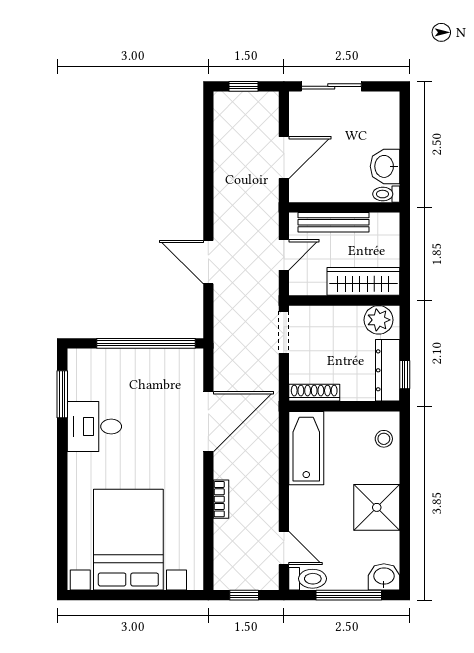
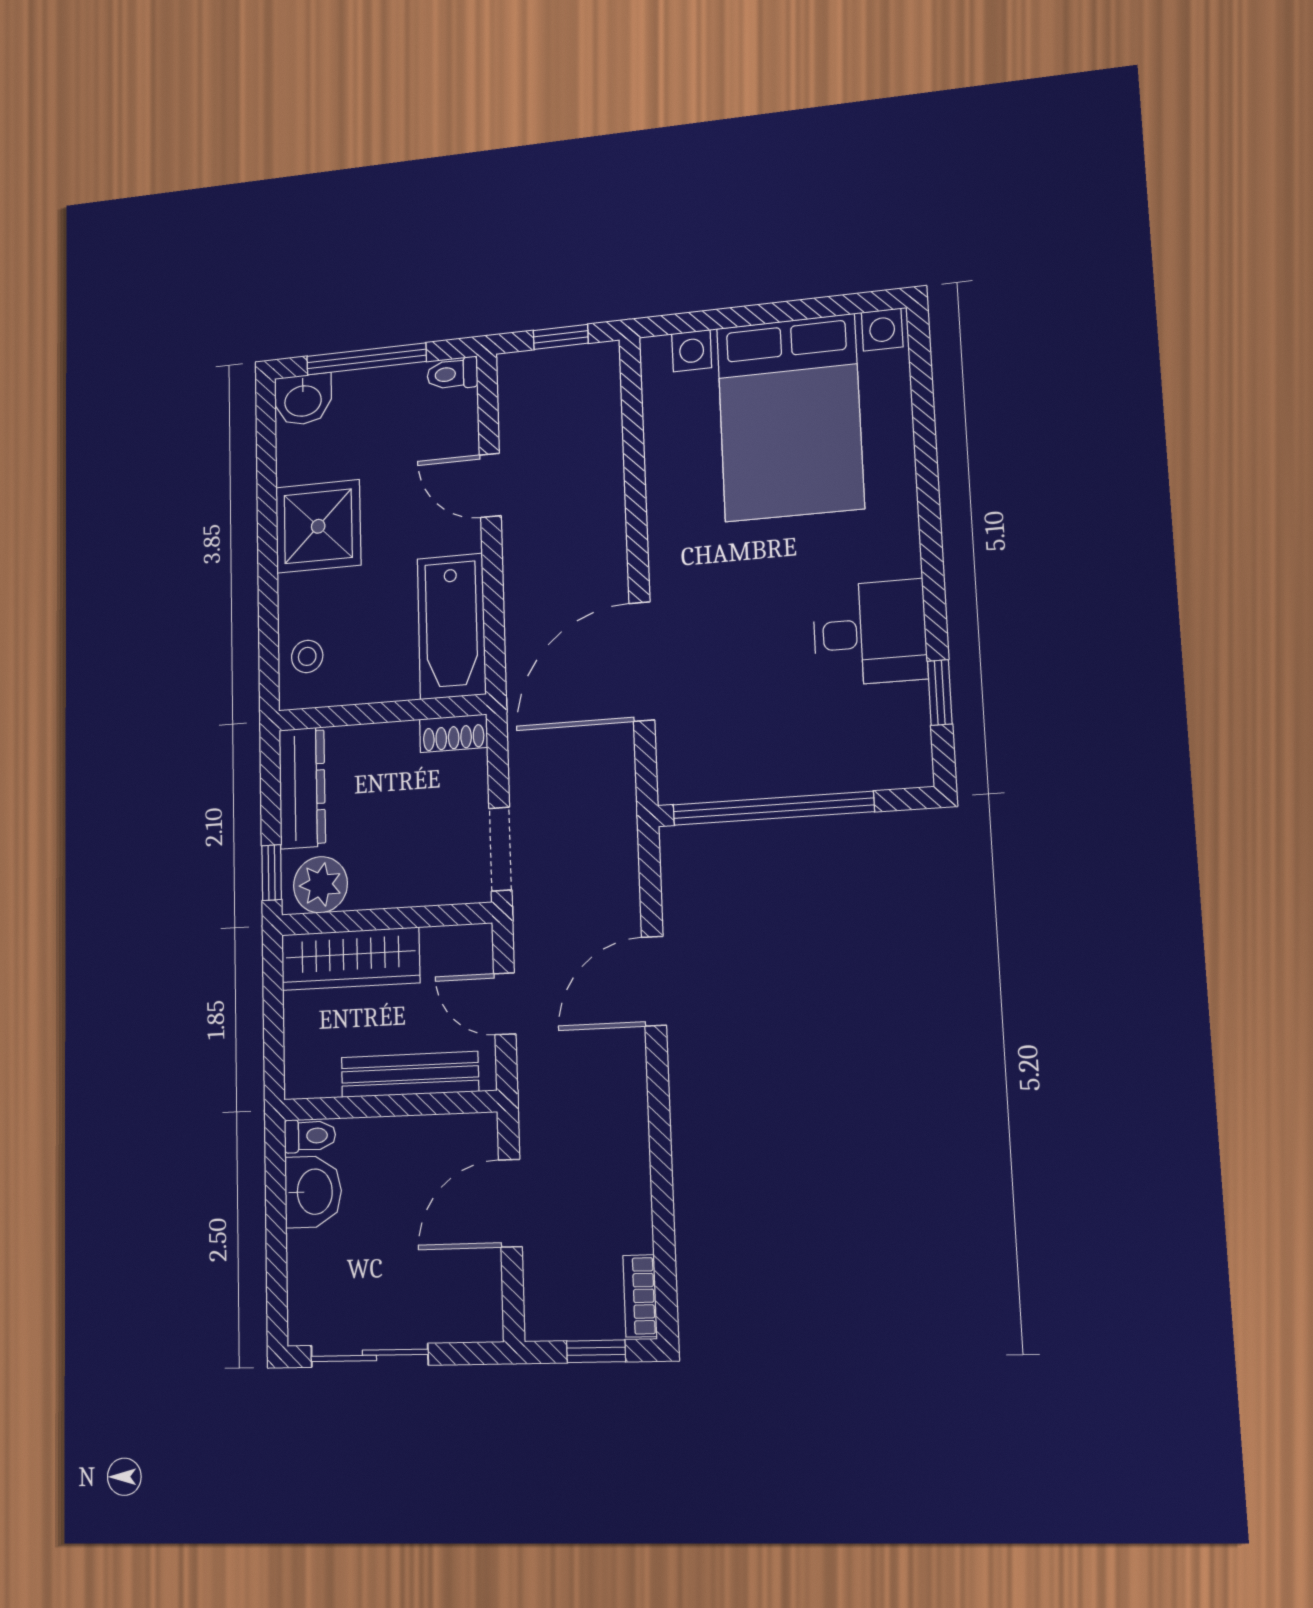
sliding door: (331, 86) -> (369, 1355), moved
door: (284, 255) -> (505, 1004), hinge flipped
door: (208, 262) -> (654, 981), swing flipped
window: (405, 375) -> (272, 873), moved
shoe rack: (314, 393) -> (454, 733), width x0.70
window: (62, 394) -> (940, 692), width x0.67
bookcase: (221, 499) -> (640, 1296), moved
door: (284, 548) -> (490, 485), moved
toilet: (308, 579) -> (452, 374), width x0.73, depth x0.72

